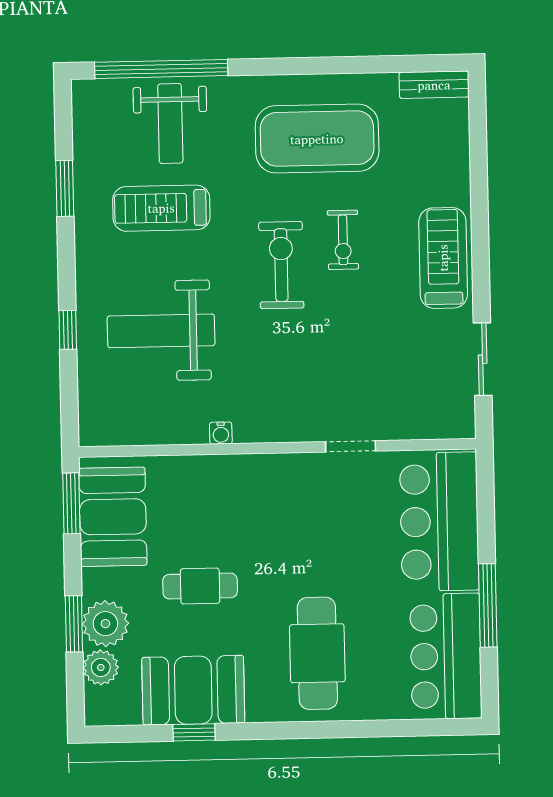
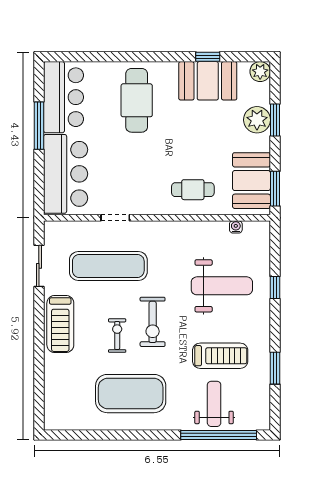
bench: (434, 85) -> (63, 423), removed
exercise mat: (361, 362) -> (108, 266), added
water cooler: (221, 433) -> (236, 227), moved
cafe table: (200, 586) -> (193, 190), moved
plant: (101, 667) -> (260, 72), moved

